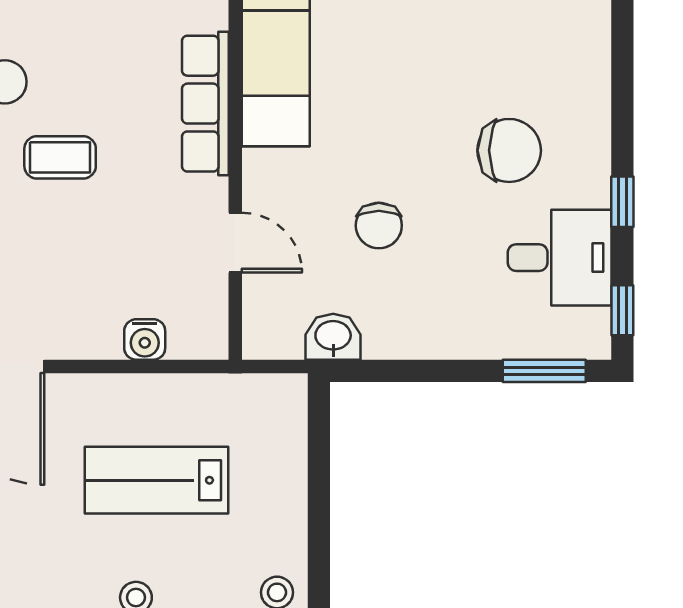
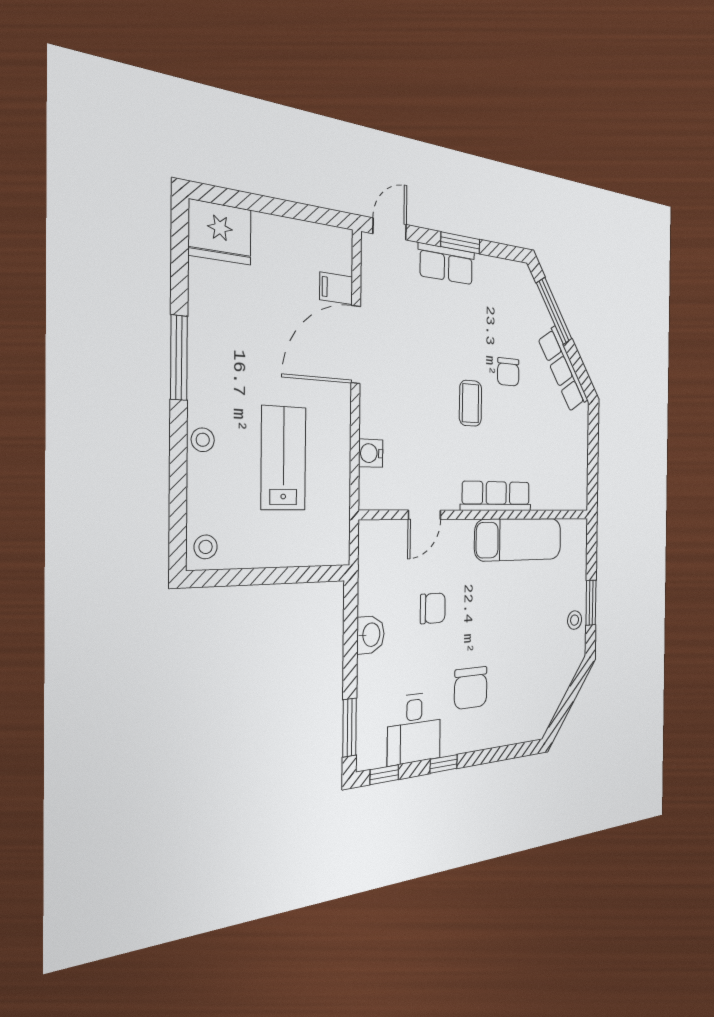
chair: (379, 226) -> (433, 608), turned 180
washbasin: (333, 337) -> (371, 635), moved

